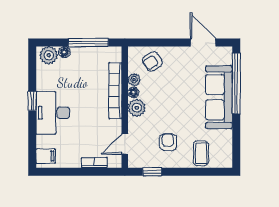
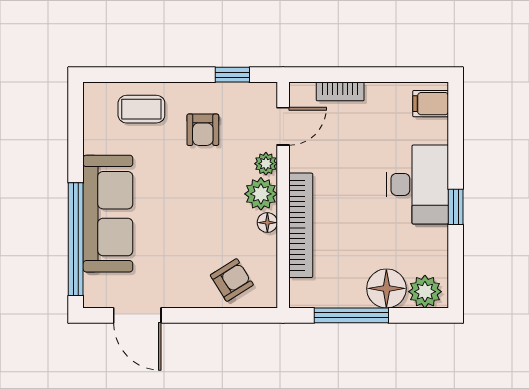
floor lamp: (64, 52) -> (386, 288), width x1.89, depth x1.89
plant: (134, 80) -> (266, 164), moved
coffee table: (201, 153) -> (141, 109), turned 90

